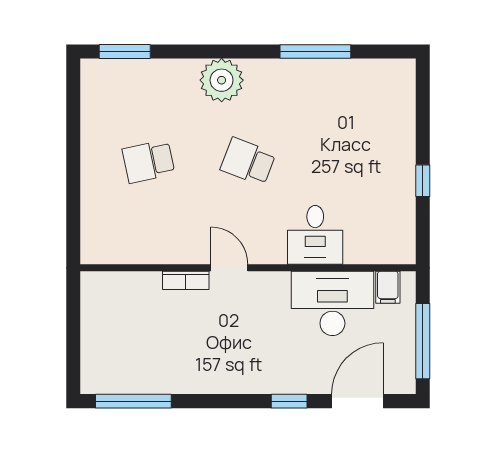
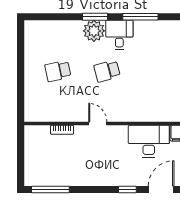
window: (125, 52) -> (95, 17), moved
school desk: (248, 161) -> (107, 71), turned -36
desk: (315, 235) -> (119, 35), moved, turned 180
bookcase: (186, 280) -> (62, 130), moved

